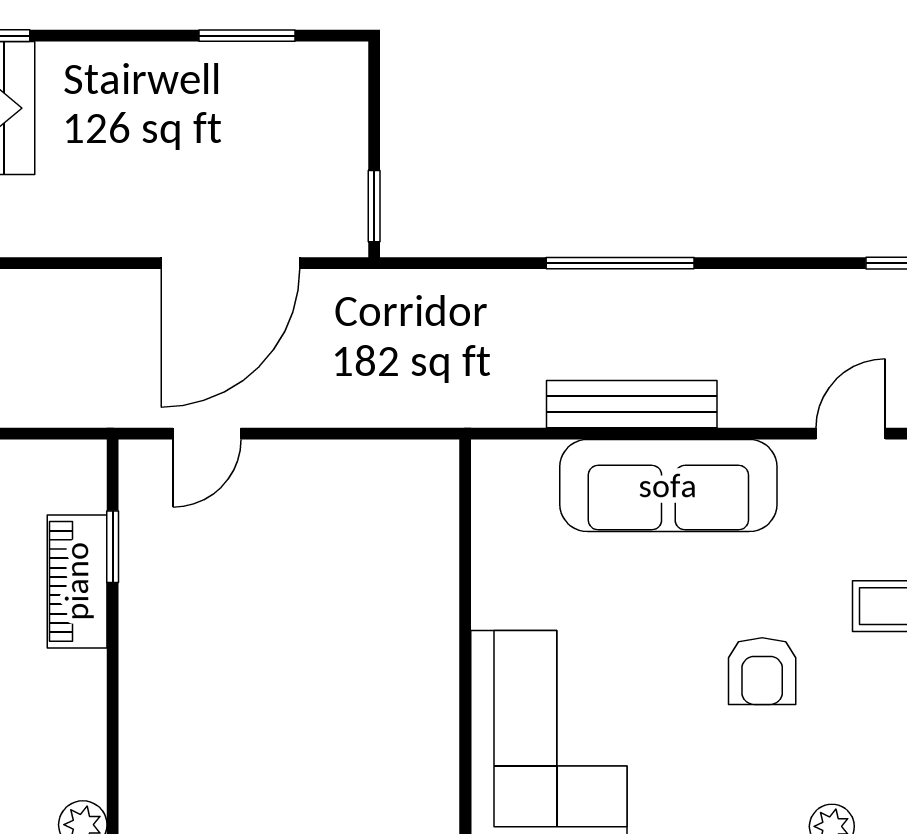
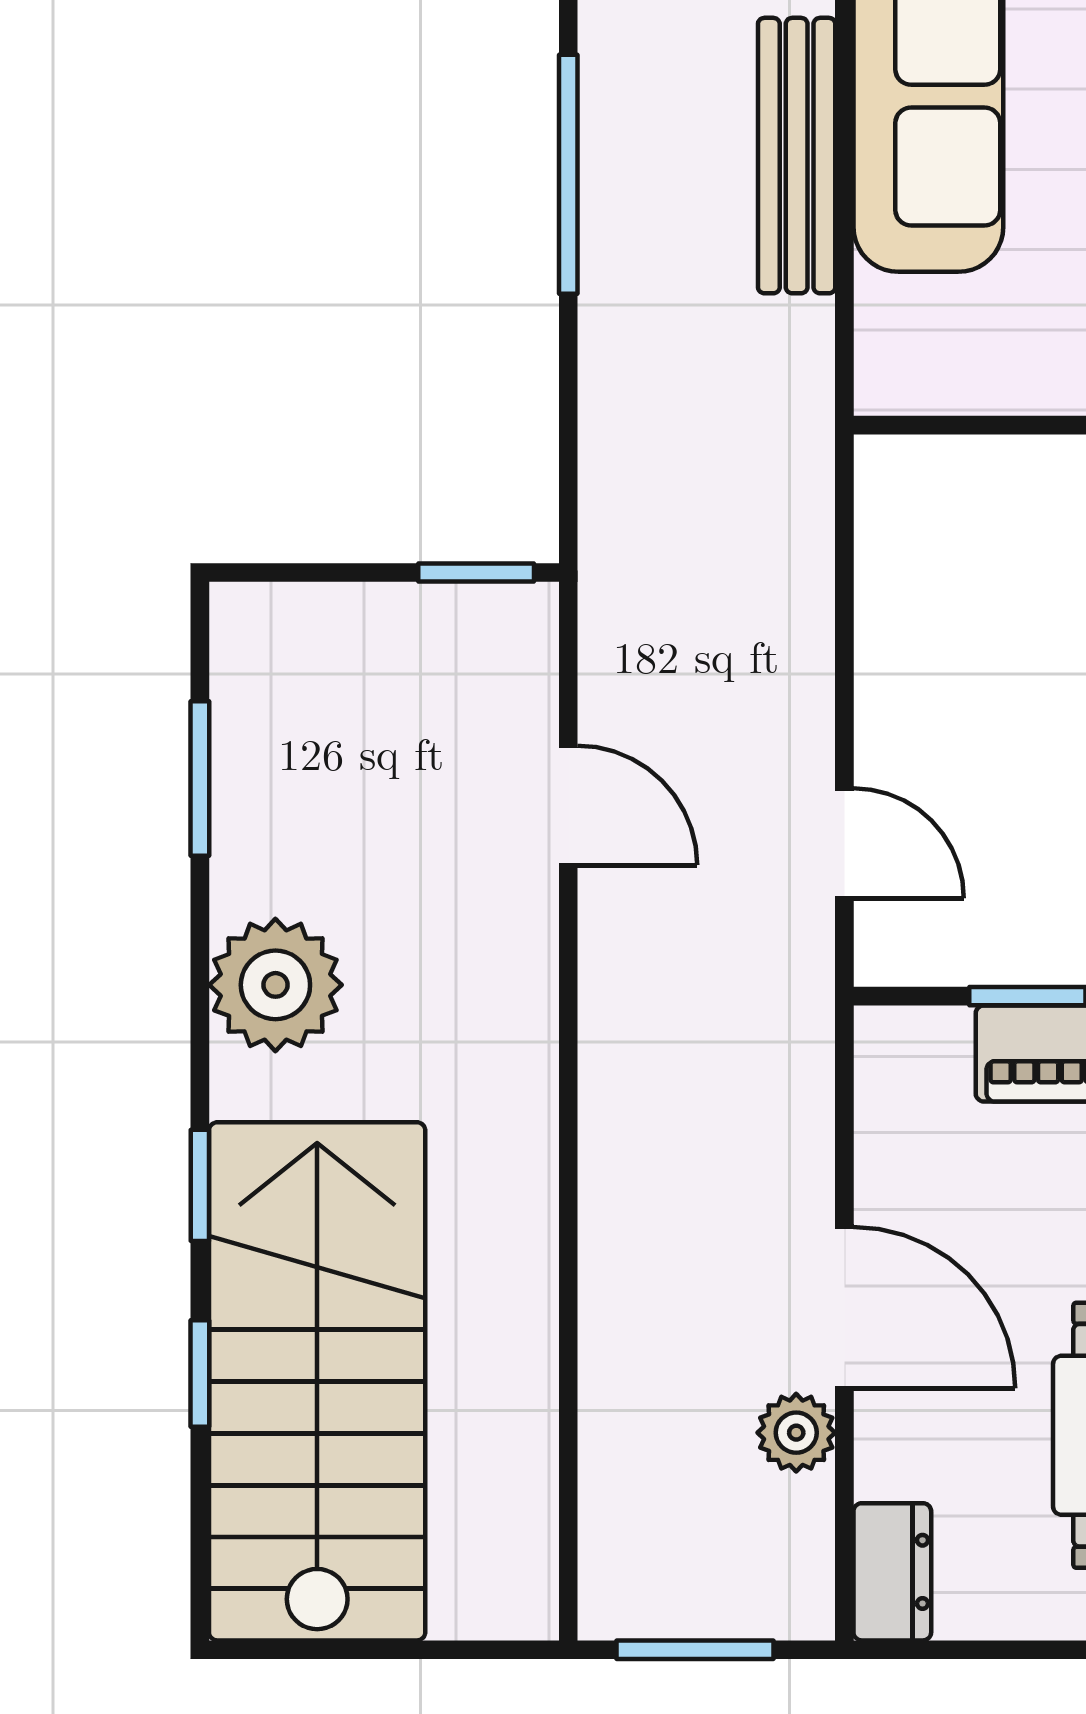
plant: (119, 82) -> (275, 985), added
door: (230, 263) -> (568, 805), width x0.53

